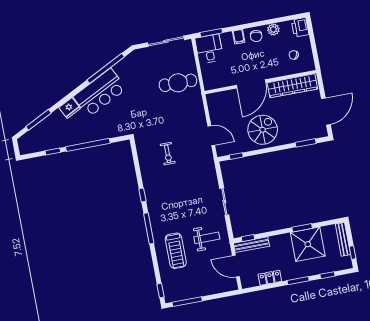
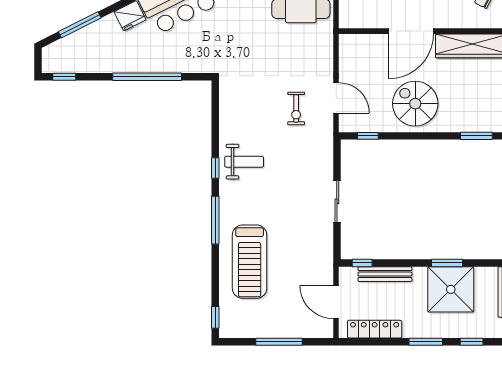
spiral stairs: (263, 130) -> (415, 104), turned -90
window: (53, 152) -> (64, 77), moved
exercise bike: (168, 154) -> (296, 108), moved
weight bench: (207, 238) -> (244, 162), moved
bench: (251, 245) -> (385, 274), moved
treadmill: (176, 251) -> (250, 262), width x1.37, depth x1.38
locker: (270, 278) -> (375, 329), width x1.53
window: (187, 302) -> (279, 342), moved

